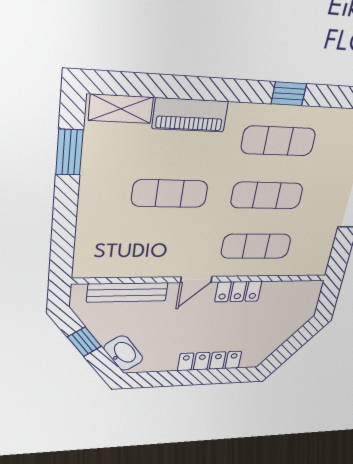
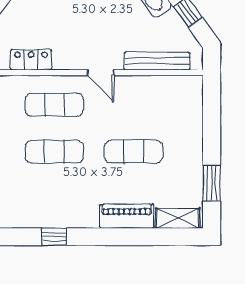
exercise mat: (278, 141) -> (54, 199), removed
door: (196, 279) -> (101, 73), swing flipped
locker: (238, 292) -> (31, 60), moved

